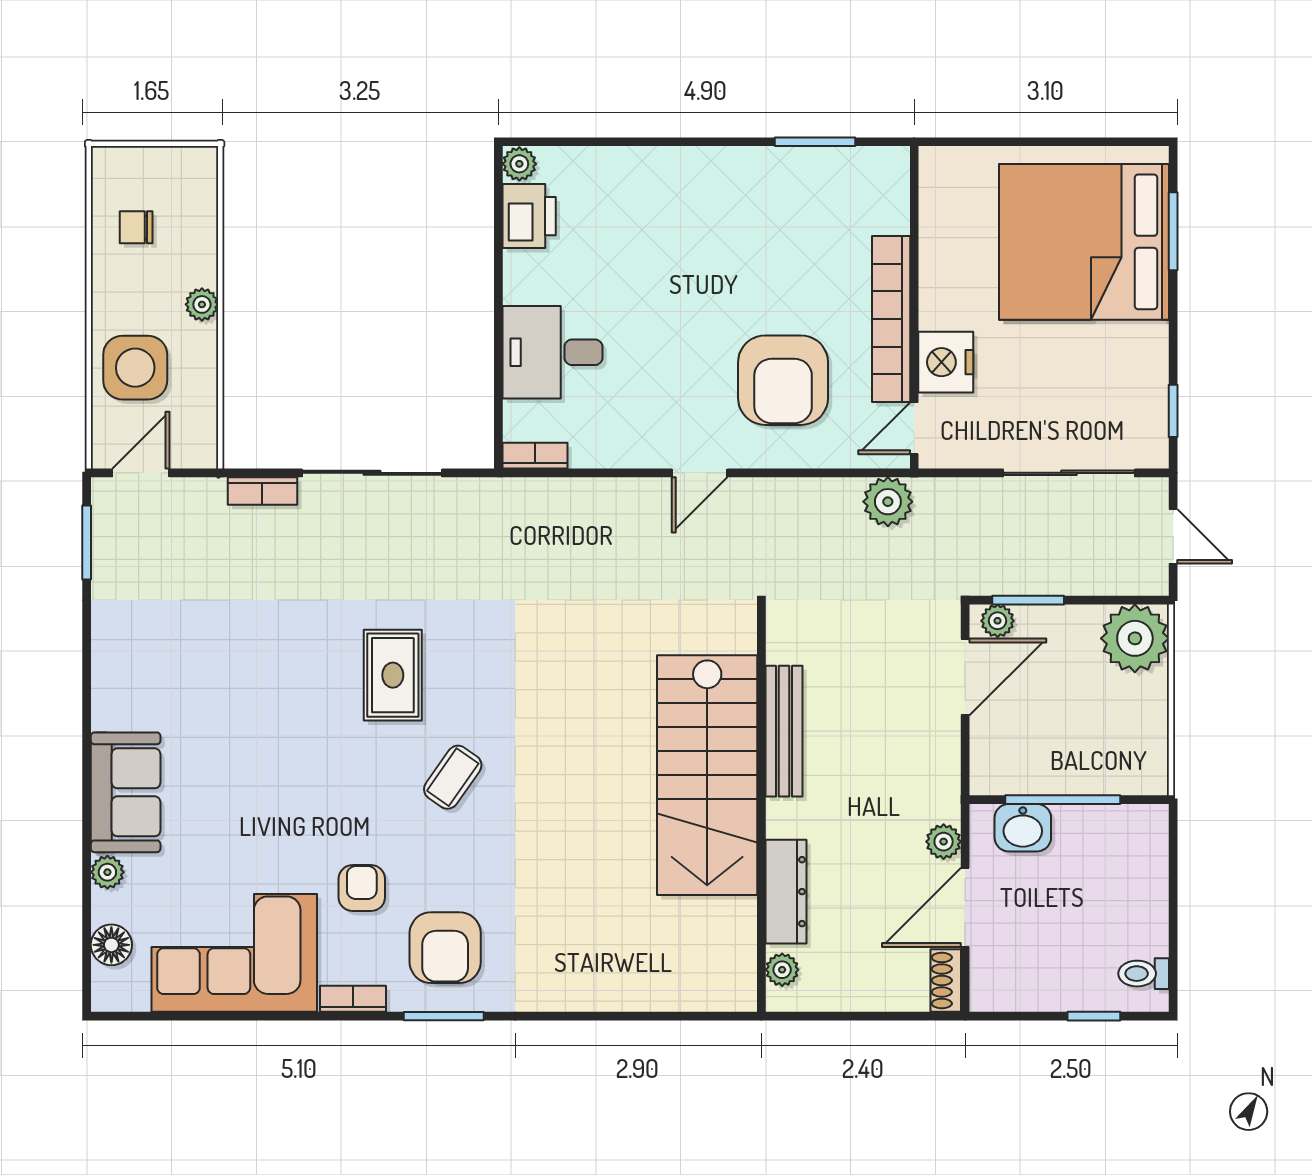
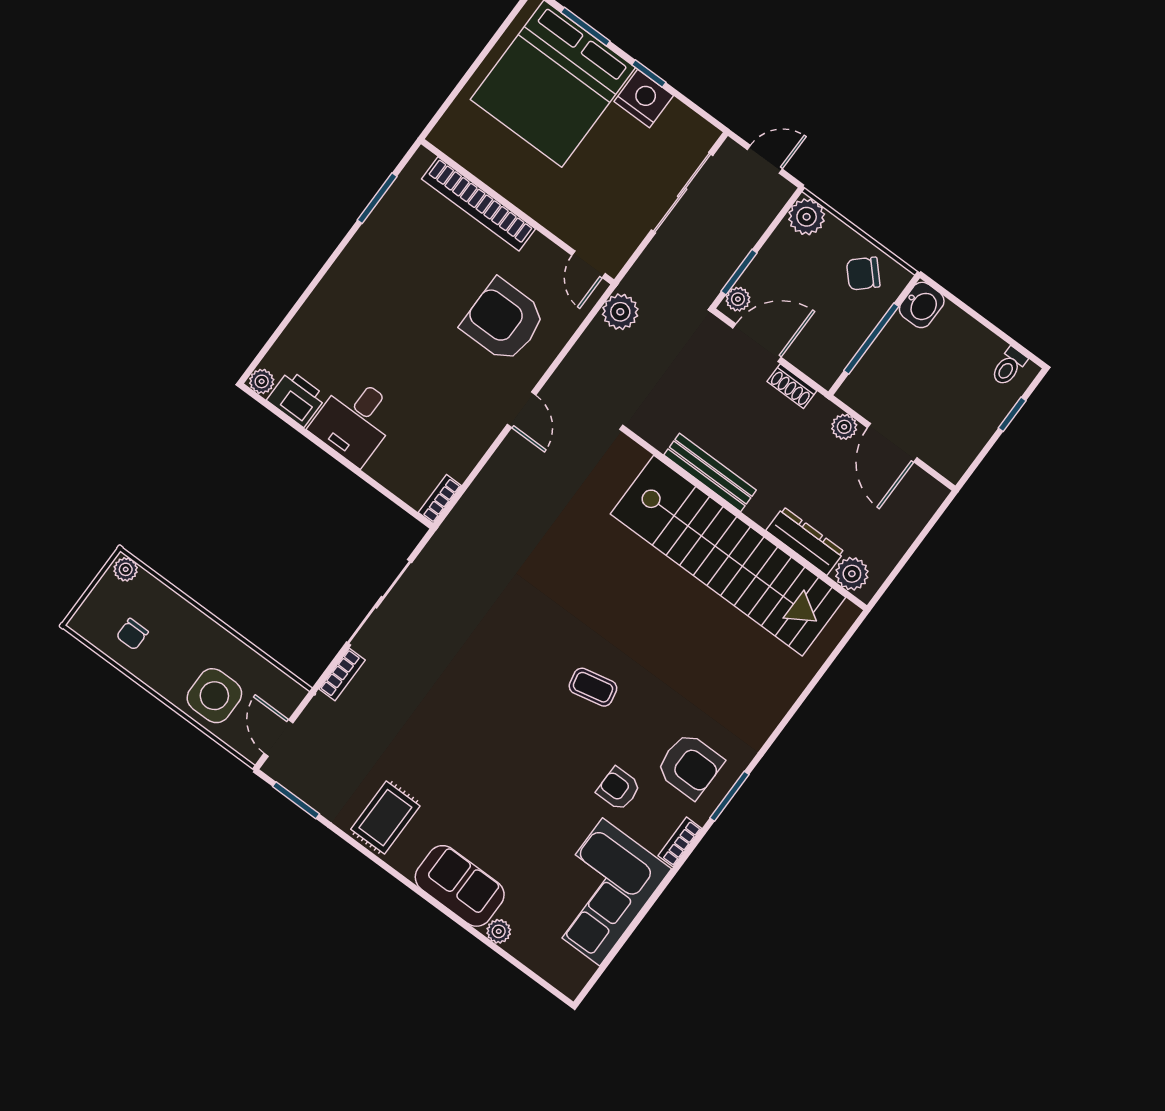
plant: (202, 304) -> (126, 569), moved
bookcase: (891, 319) -> (478, 204), moved
desk: (553, 352) -> (355, 420), moved
nightstand: (946, 362) -> (644, 98), moved, turned 180
armchair: (783, 380) -> (503, 321), turned 180
window: (1173, 411) -> (649, 74), moved
plant: (1135, 638) -> (807, 217), width x0.73, depth x0.73
rug: (393, 675) -> (385, 818), moved, turned 90
door: (965, 677) -> (757, 343), hinge flipped
chair: (1128, 738) -> (863, 274), added
stairs: (707, 775) -> (728, 556), width x1.36
coffee table: (453, 777) -> (593, 687), turned -47
washbasin: (1023, 828) -> (922, 305), moved
floor lamp: (111, 945) -> (543, 961), removed
plant: (782, 970) -> (852, 574), width x1.38, depth x1.38
shoe rack: (946, 980) -> (792, 386), moved

